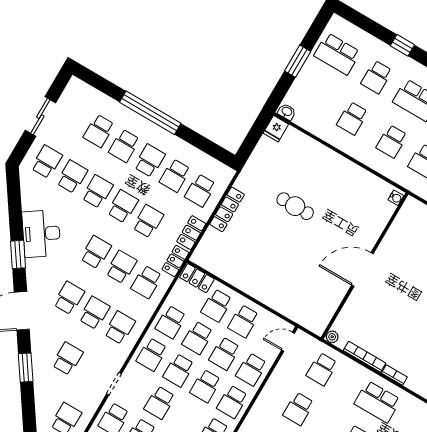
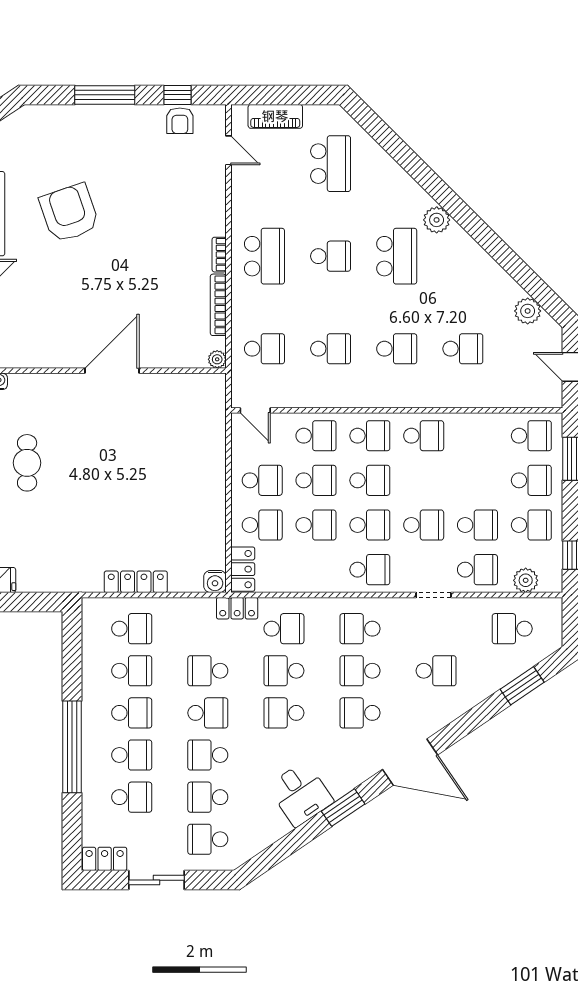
school desk: (150, 161) -> (132, 713), turned 180
school desk: (123, 206) -> (208, 713), turned 180
cafe table: (295, 206) -> (27, 463), moved
locker: (191, 233) -> (105, 859), moved, turned 180
desk: (41, 234) -> (301, 794), width x0.73
water cooler: (199, 257) -> (215, 581), added
door: (362, 270) -> (112, 371), swing flipped
school desk: (171, 322) -> (316, 570), removed
school desk: (67, 359) -> (436, 671), turned 180
window: (26, 368) -> (522, 686), moved

